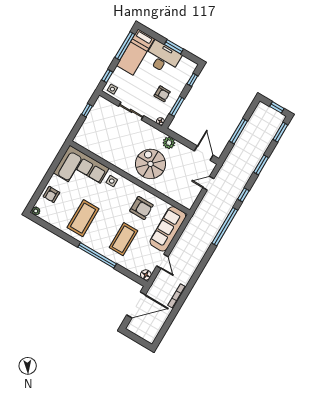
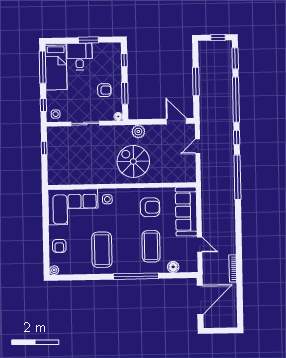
desk: (163, 58) -> (80, 57), width x0.73
window: (261, 165) -> (236, 100), width x2.11
floor lamp: (146, 275) -> (173, 267), moved

